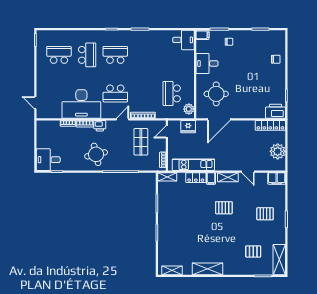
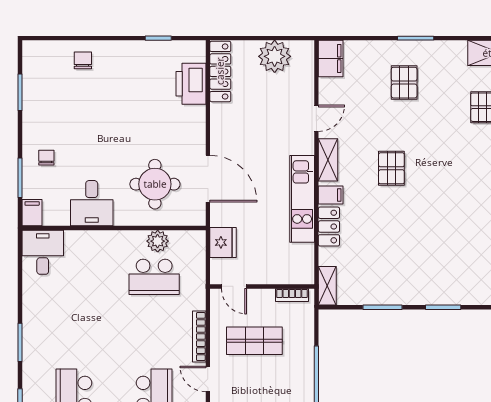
plant: (189, 109) -> (158, 241), moved
printer: (276, 111) -> (191, 84), moved
kitchen unit: (193, 165) -> (302, 199), moved

